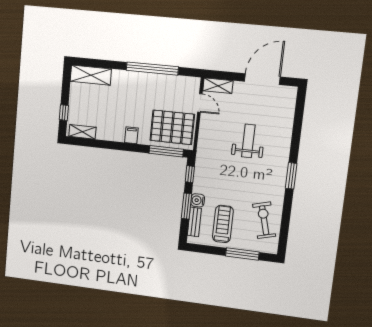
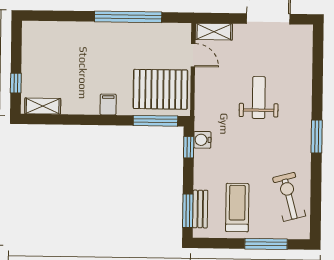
shelving: (91, 75) -> (48, 32), removed
water cooler: (198, 200) -> (202, 140), moved
window: (186, 206) -> (188, 211), moved

